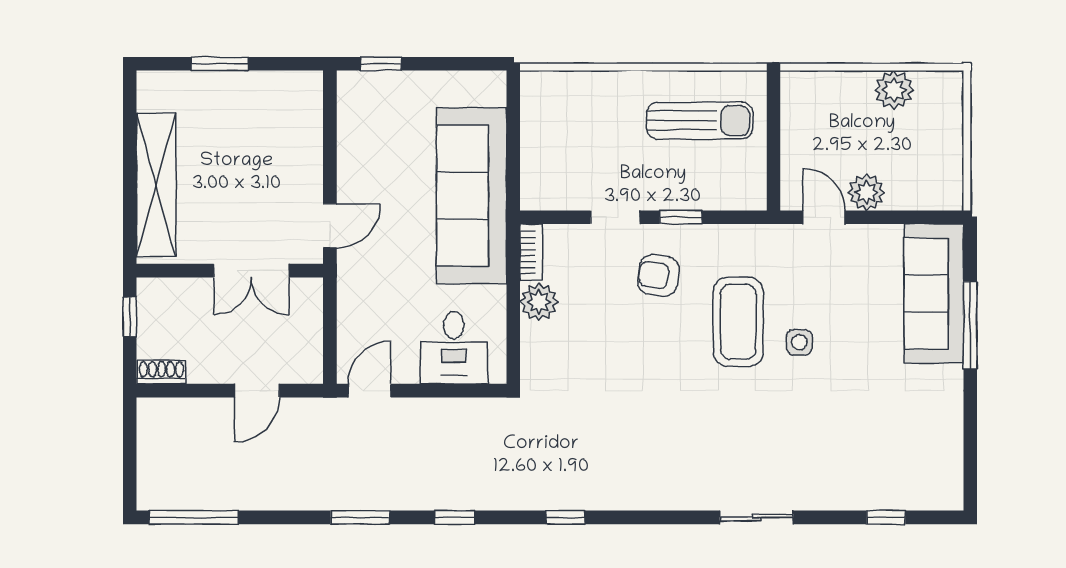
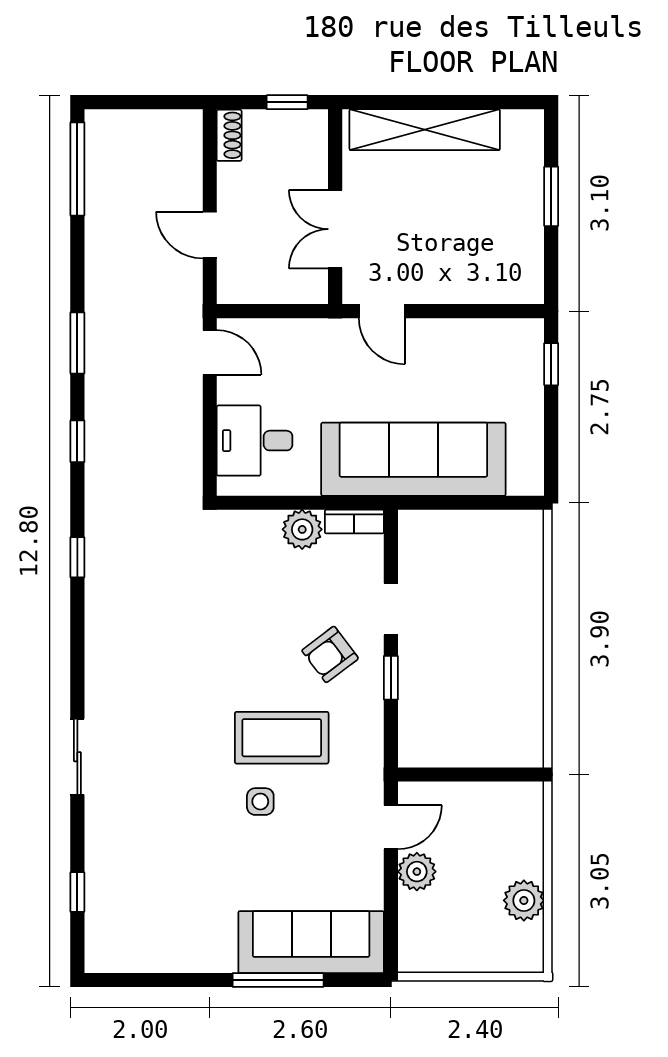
sun lounger: (700, 121) -> (492, 697), removed
armchair: (658, 275) -> (330, 654), turned -135

